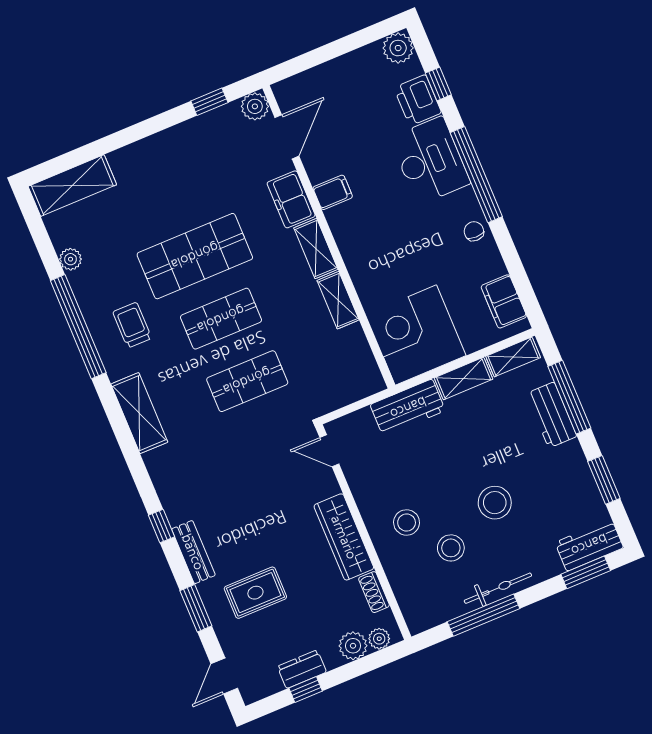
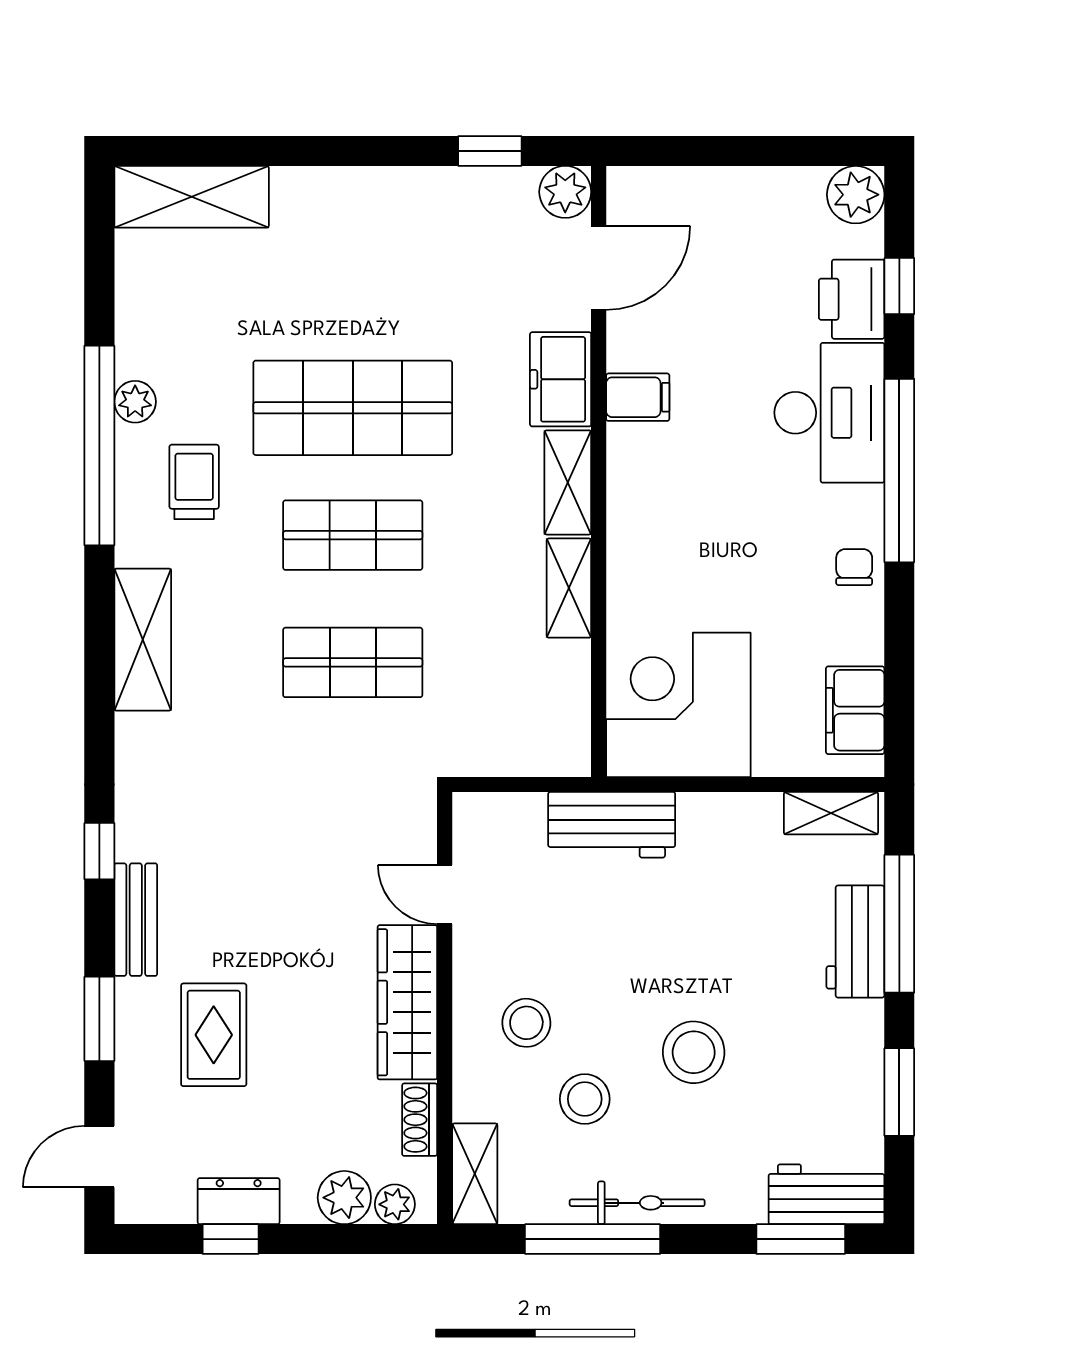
plant: (71, 259) -> (135, 402), moved
shelving: (464, 378) -> (475, 1174), moved, turned 90
door: (329, 451) -> (445, 894), moved
rug: (255, 593) -> (214, 1035), turned 90

